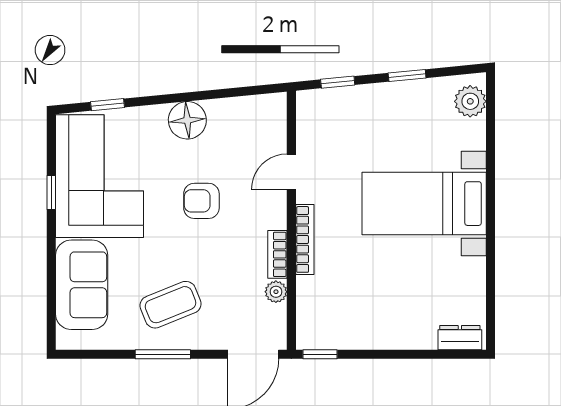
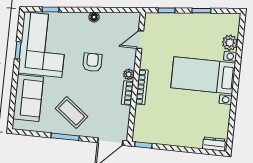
plant: (470, 101) -> (230, 43), moved
floor lamp: (187, 120) -> (94, 17), width x0.53, depth x0.53
door: (291, 172) -> (140, 40), moved
armchair: (201, 201) -> (92, 62), turned 90
plant: (276, 292) -> (129, 74), moved
coffee table: (171, 305) -> (72, 112), turned 60

